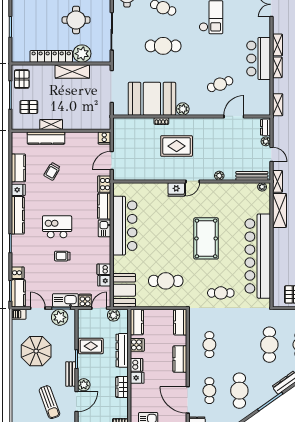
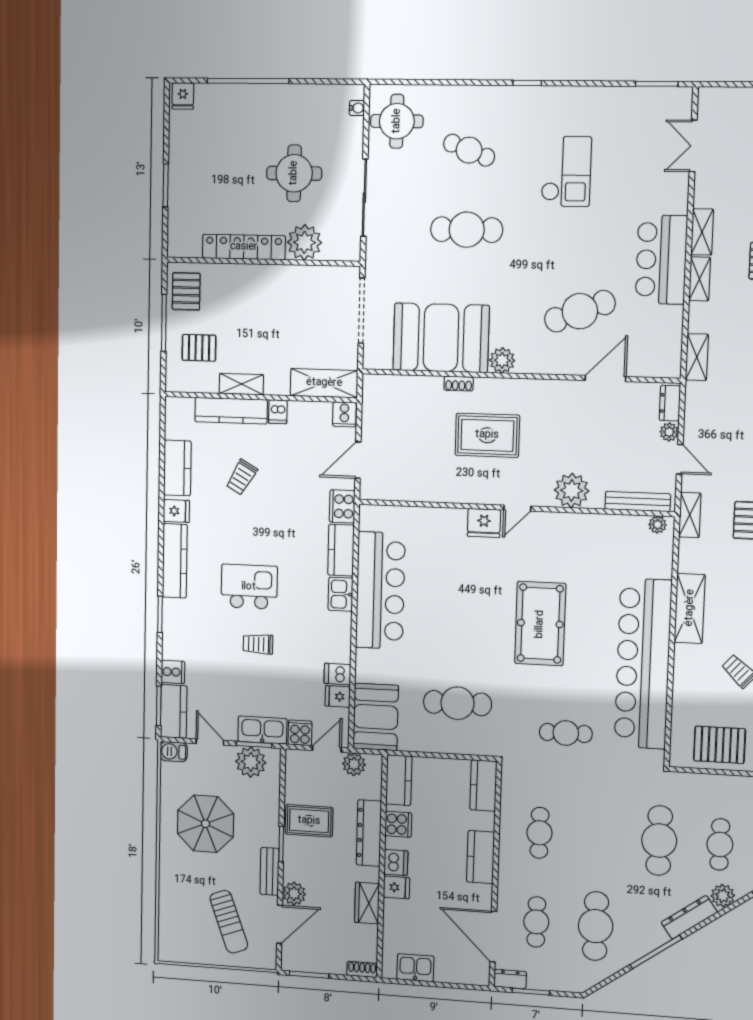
shelving: (72, 71) -> (324, 383), moved
cafe table: (220, 84) -> (580, 311), width x1.37, depth x1.35
dishwasher: (70, 138) -> (278, 412), added
plant: (219, 176) -> (572, 490), width x1.87, depth x1.87
shelving: (279, 210) -> (690, 608), moved

